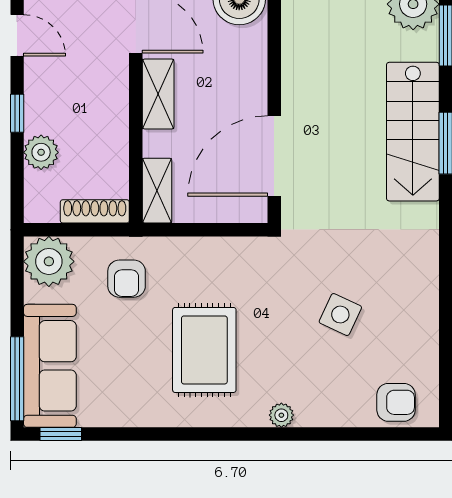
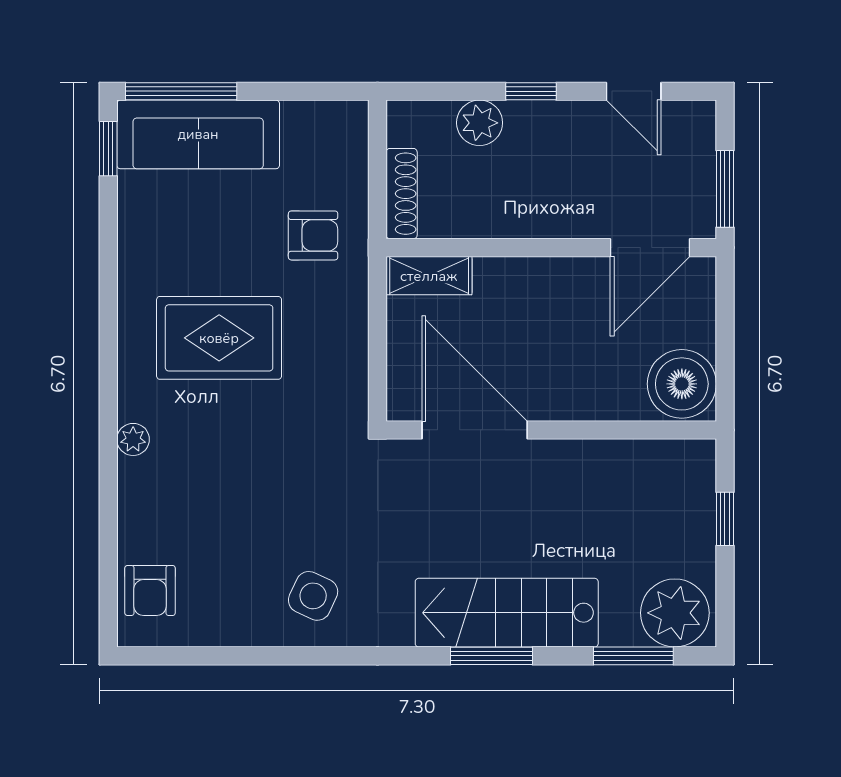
door: (17, 35) -> (634, 91), hinge flipped
shelving: (158, 94) -> (556, 277), removed
plant: (49, 261) -> (336, 133), removed
armchair: (127, 279) -> (313, 235), turned 180
side table: (340, 315) -> (313, 596), moved

